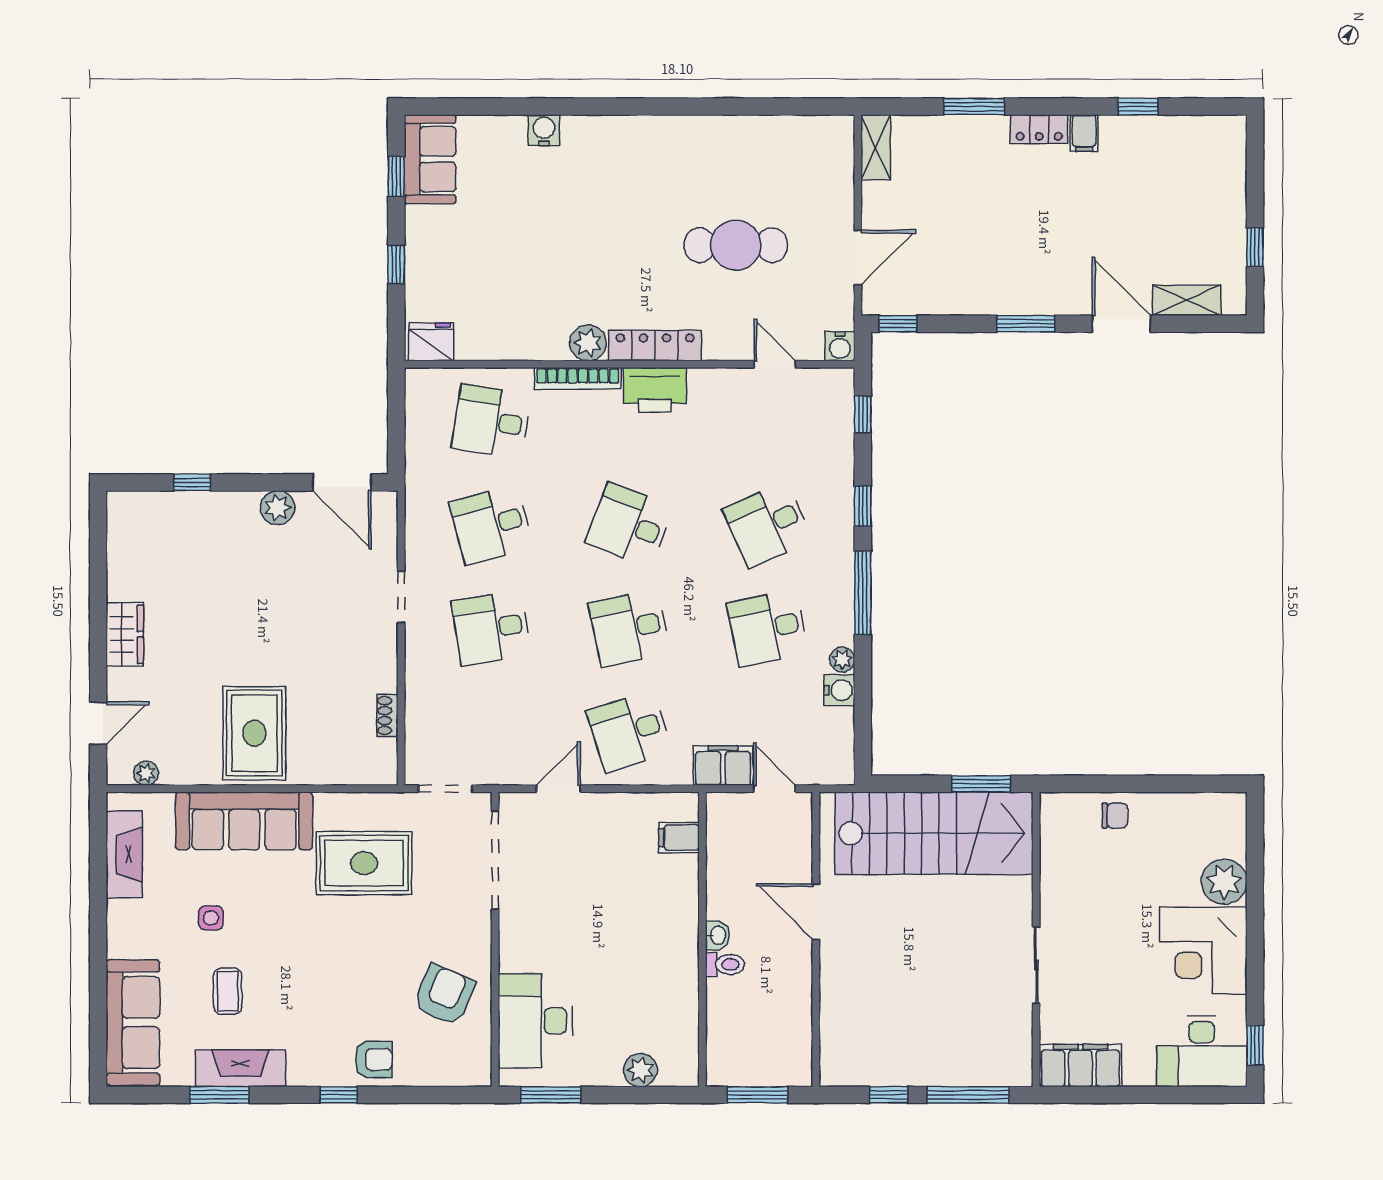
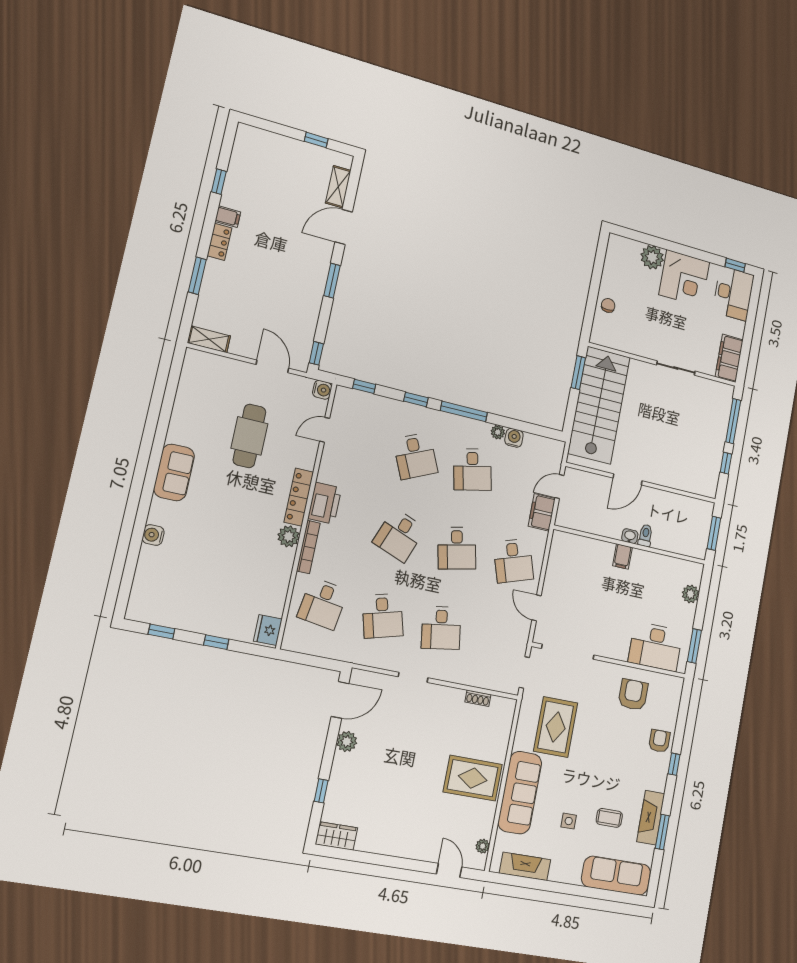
sofa: (430, 159) -> (174, 472), moved, turned 90
wardrobe: (125, 634) -> (336, 836), moved
filing cabinet: (679, 837) -> (622, 557), moved
armchair: (444, 995) -> (633, 695), turned 67

